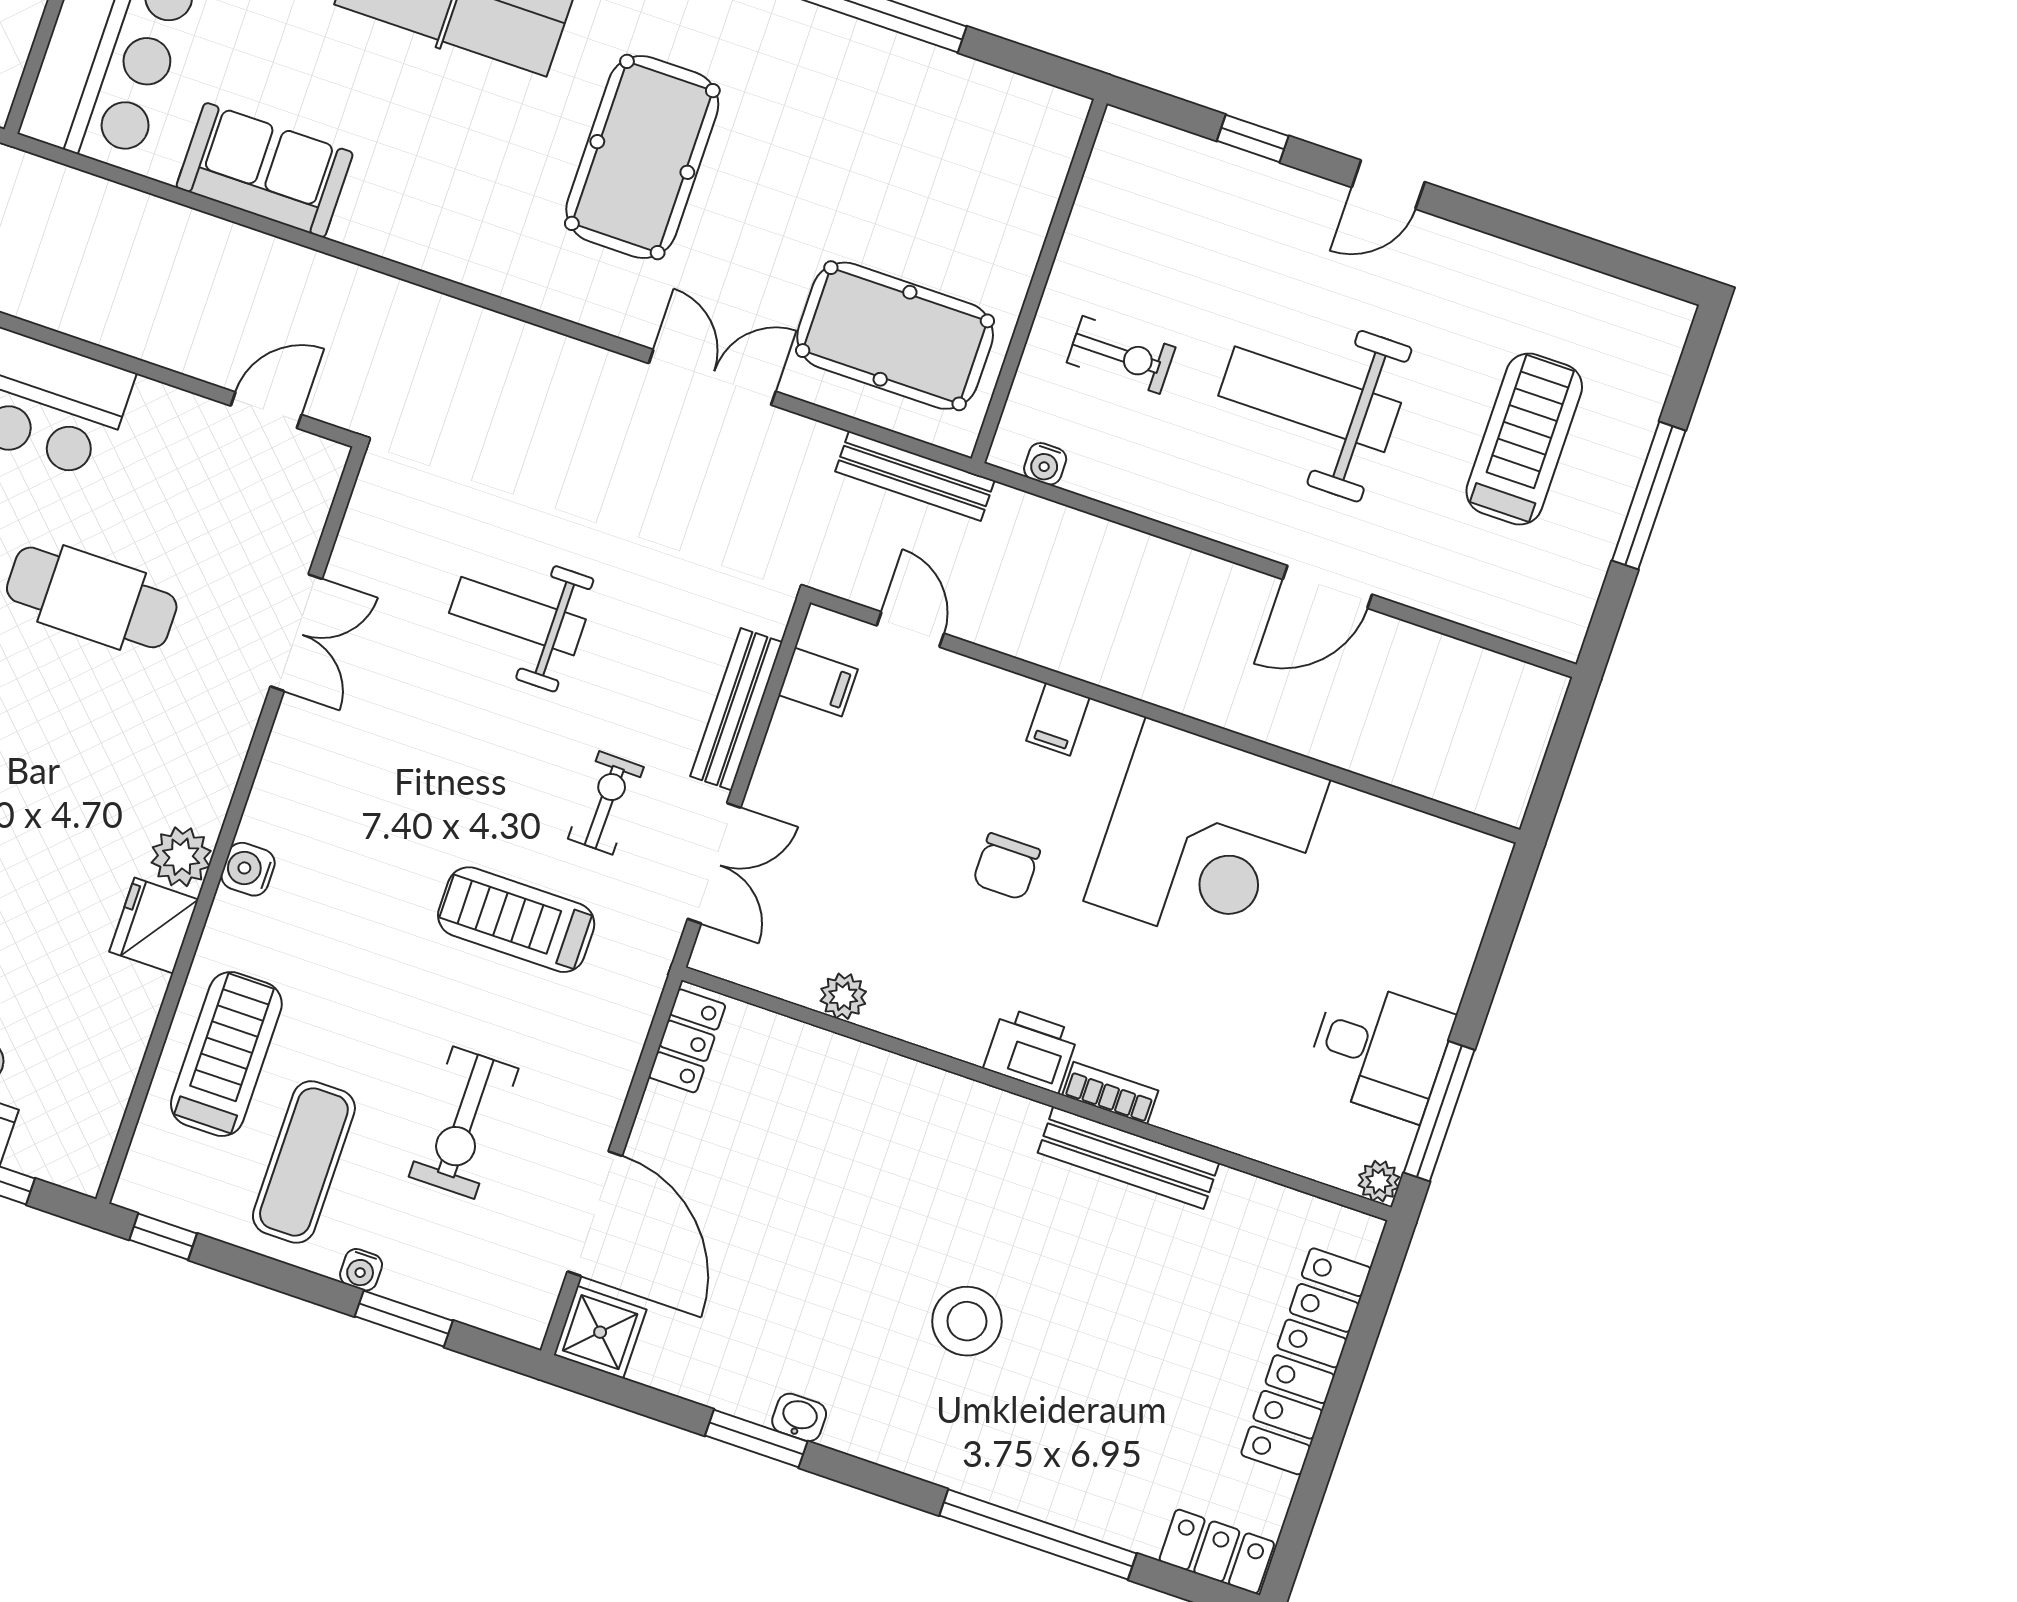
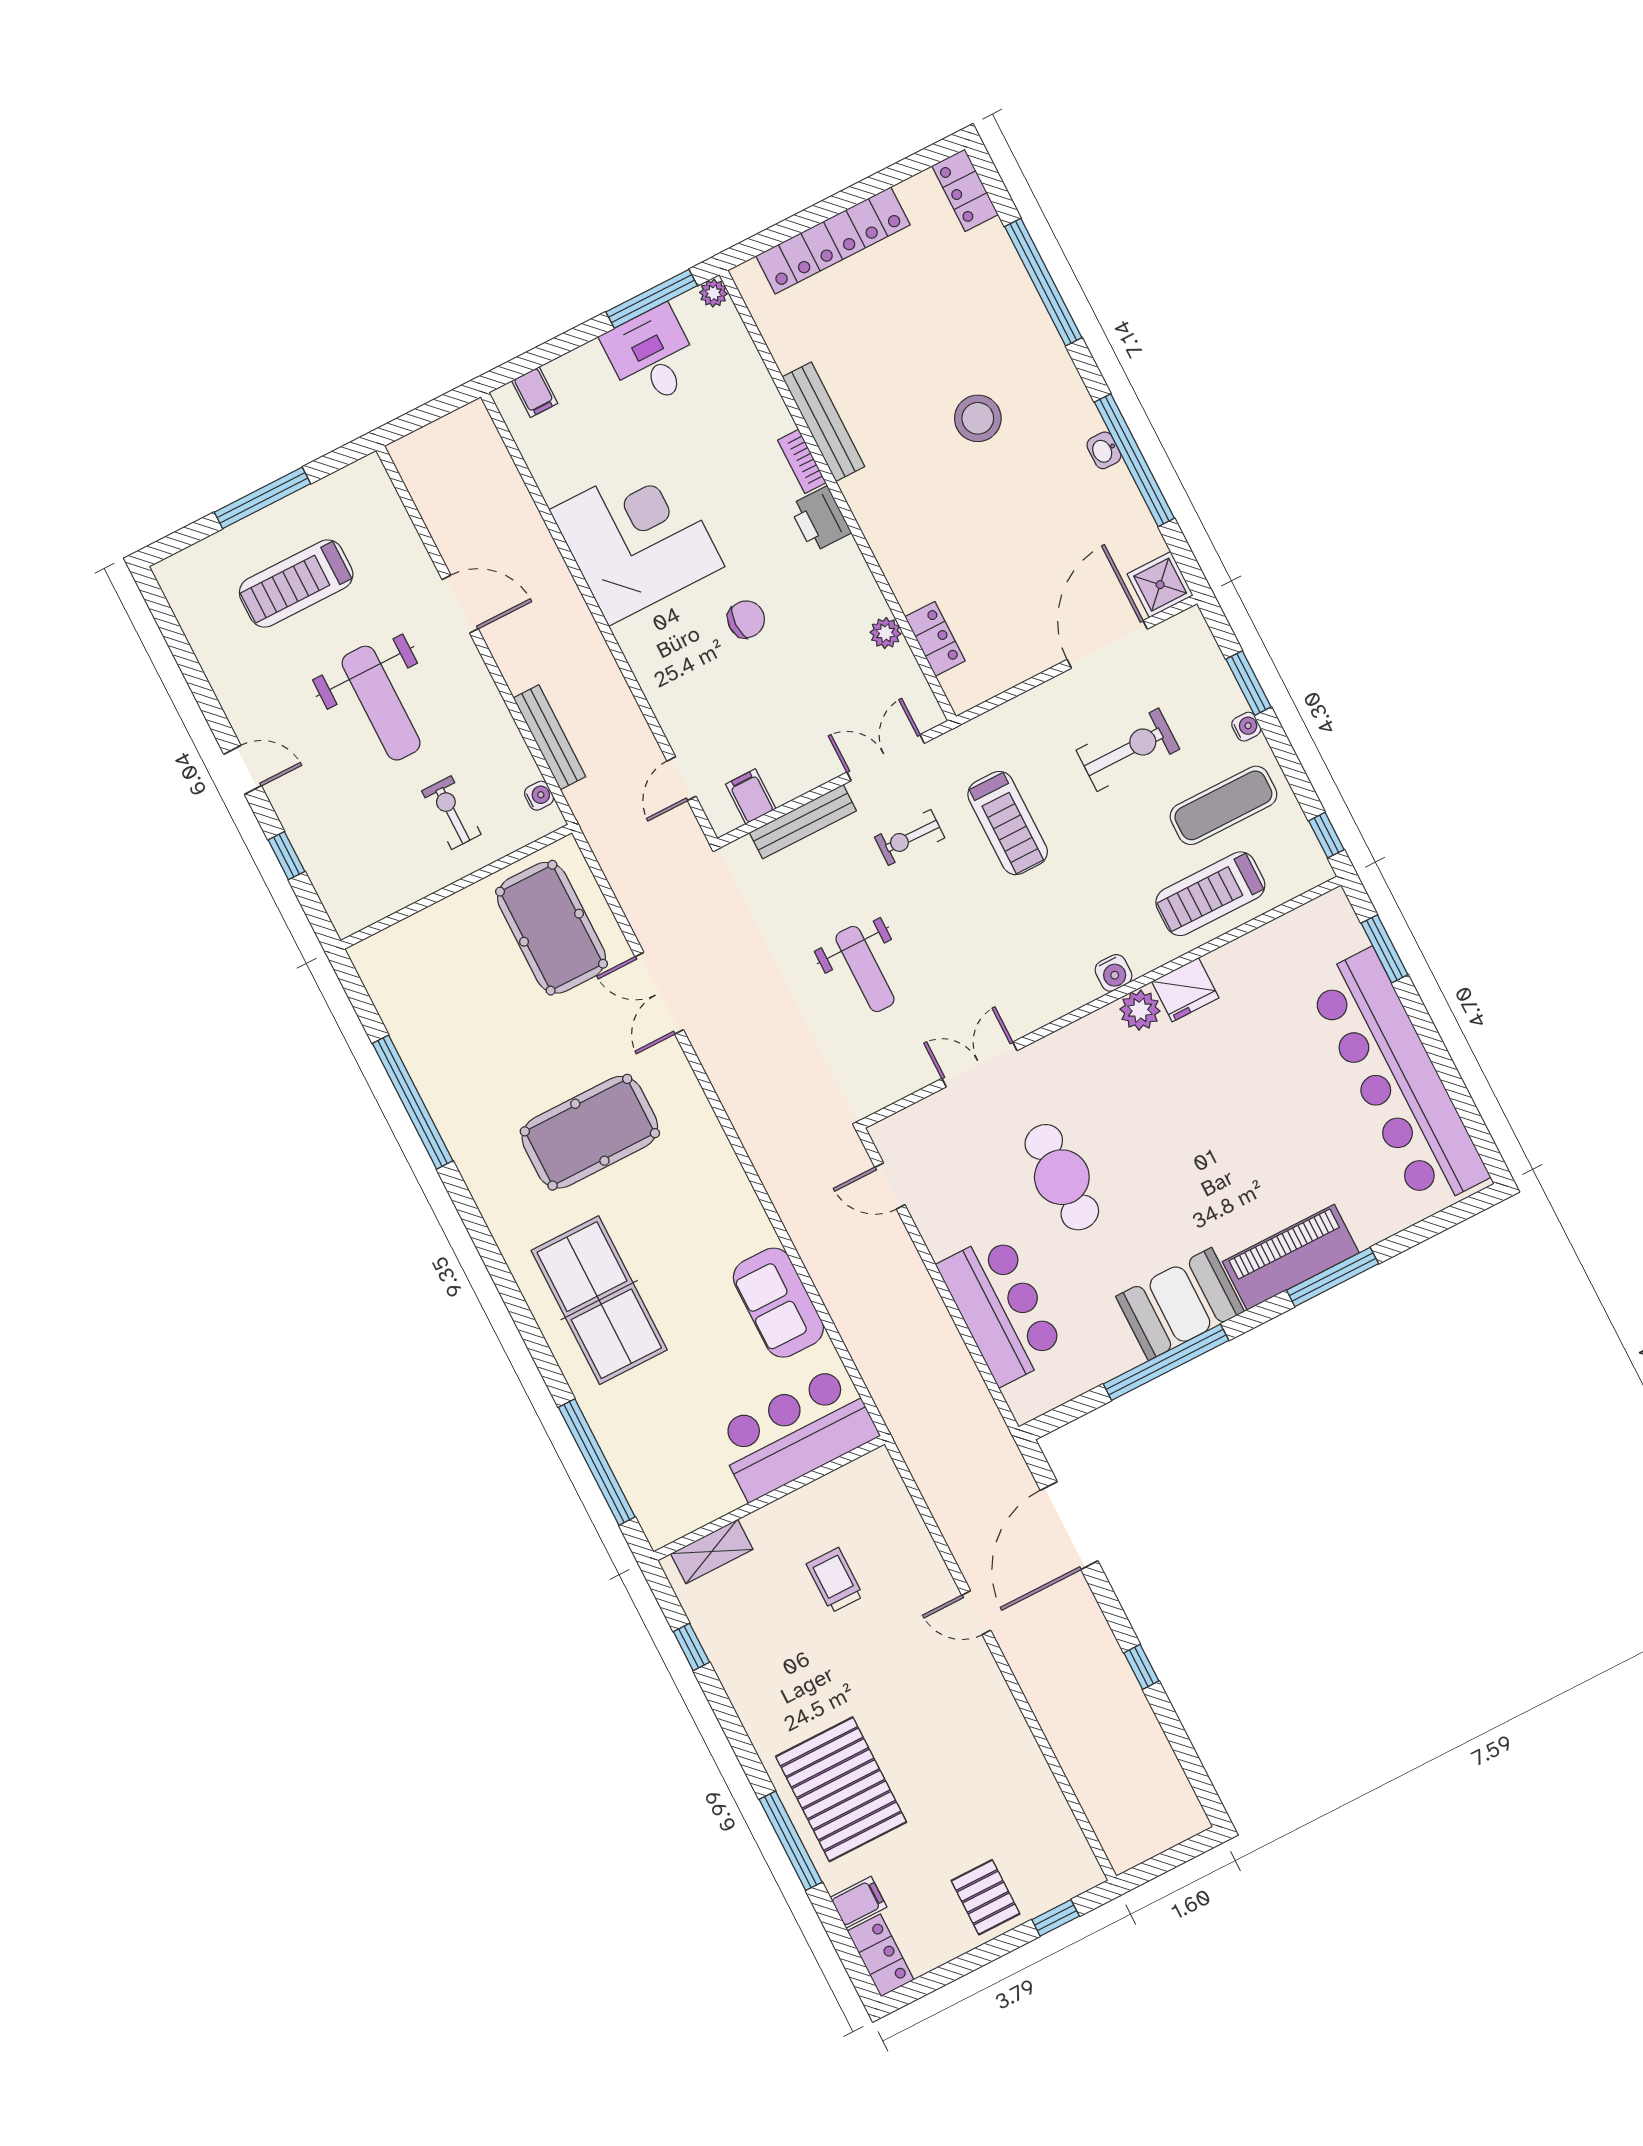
bench: (915, 476) -> (549, 737), moved
filing cabinet: (1058, 719) -> (535, 392), moved, turned 90
locker: (687, 1041) -> (935, 639), moved, turned 90
window: (756, 1439) -> (1134, 460), width x2.11

